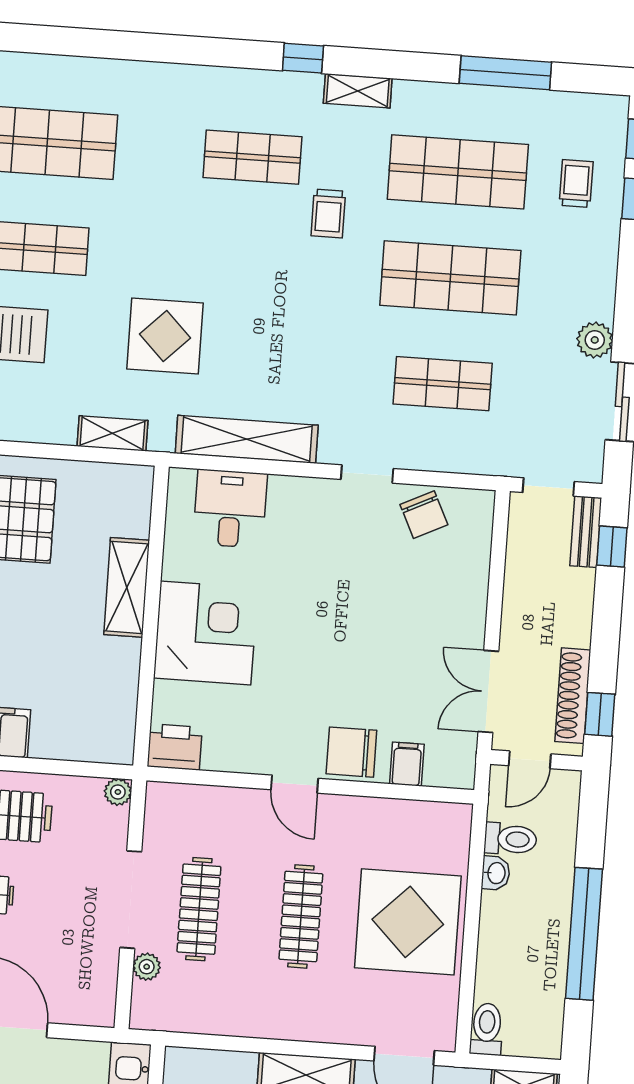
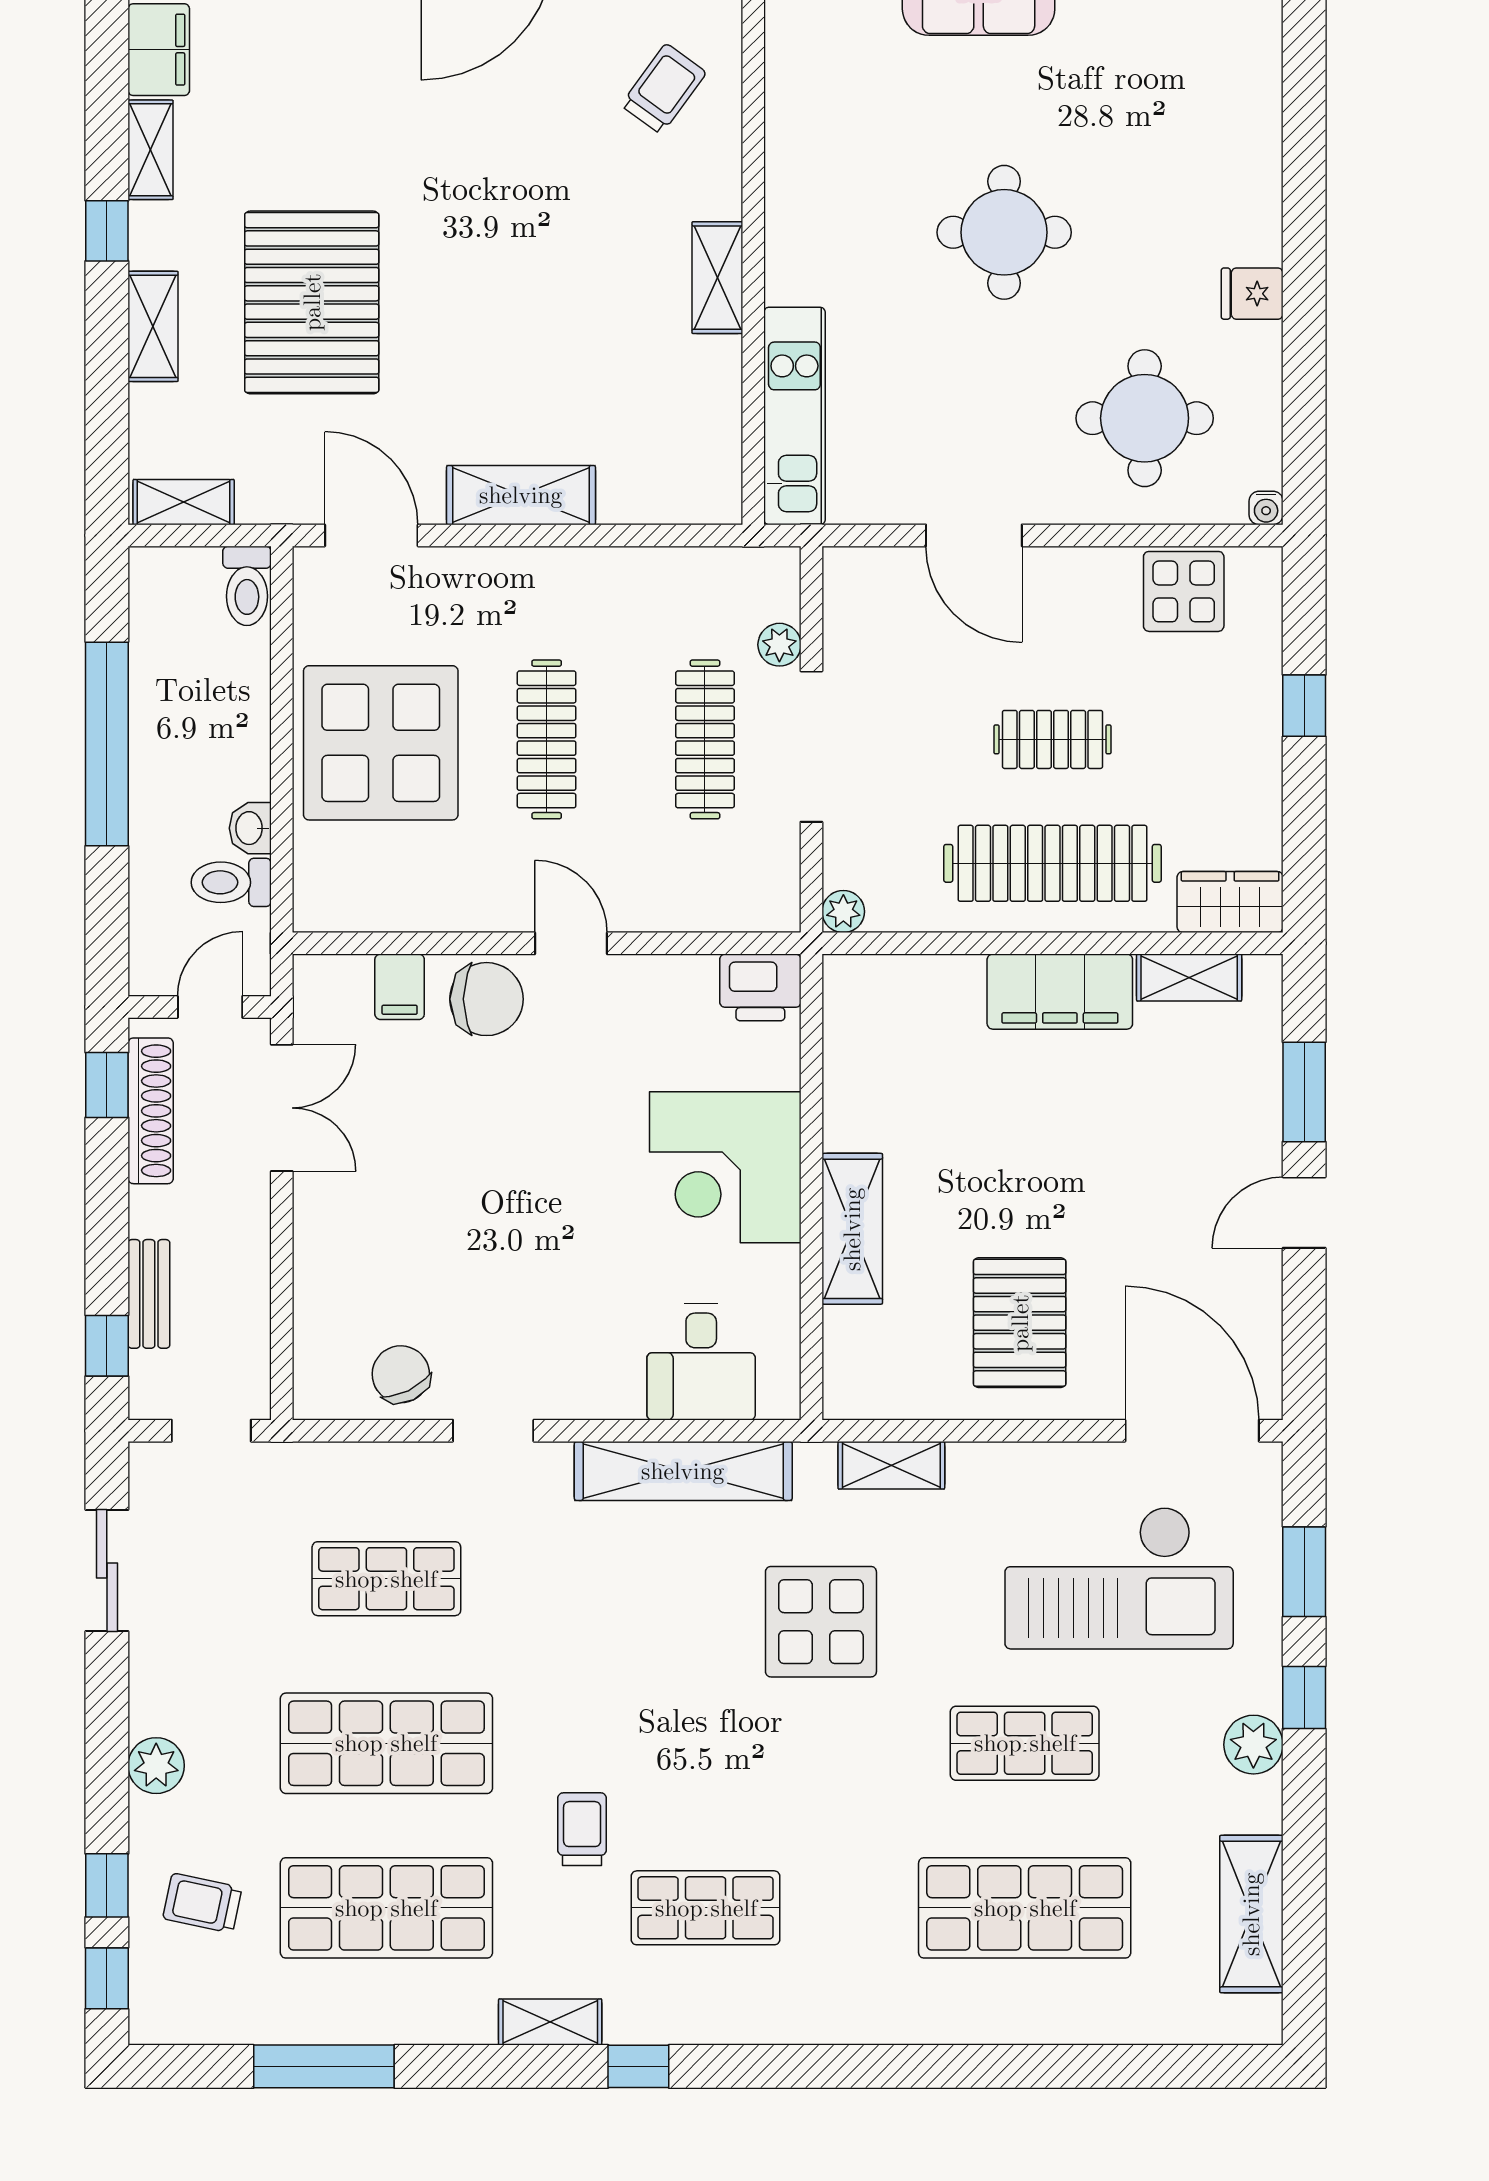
trolley: (576, 183) -> (202, 1903), turned 102
plant: (595, 340) -> (156, 1766), moved
bench: (586, 532) -> (149, 1294), moved

